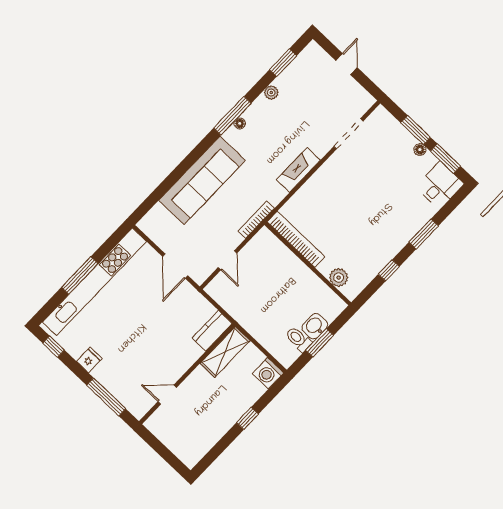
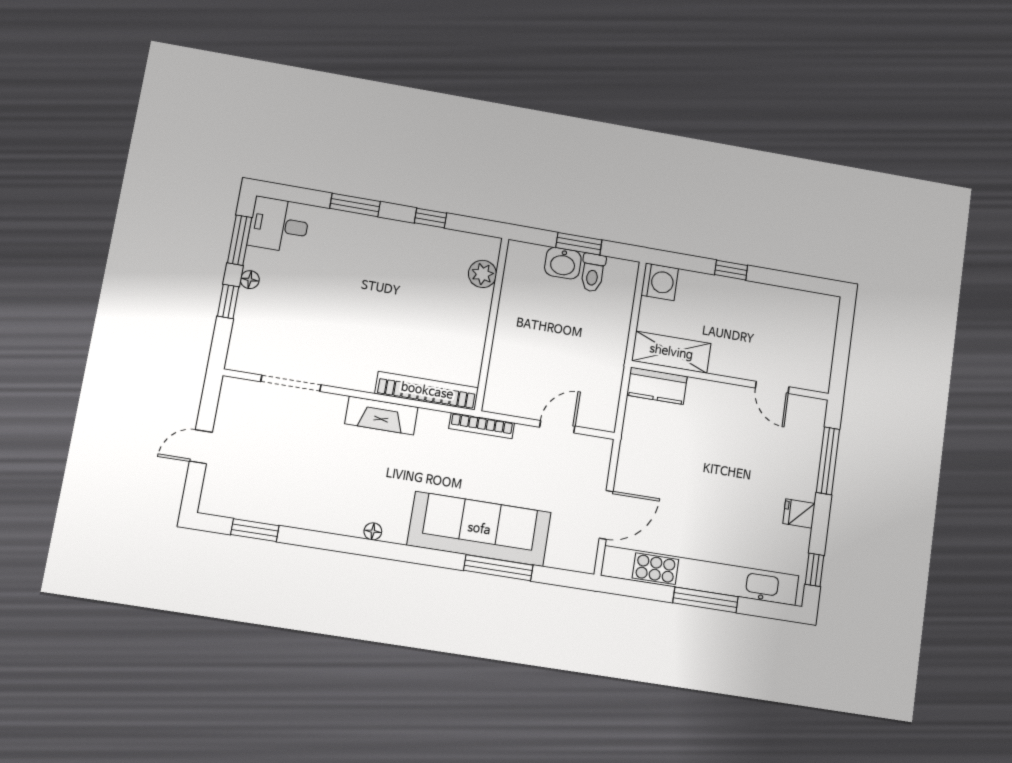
plant: (271, 92) -> (305, 519), removed
window: (232, 116) -> (498, 568), moved
window: (416, 130) -> (228, 301), width x0.67
bookcase: (296, 239) -> (427, 391), moved, turned 90
door: (175, 266) -> (606, 515), moved

